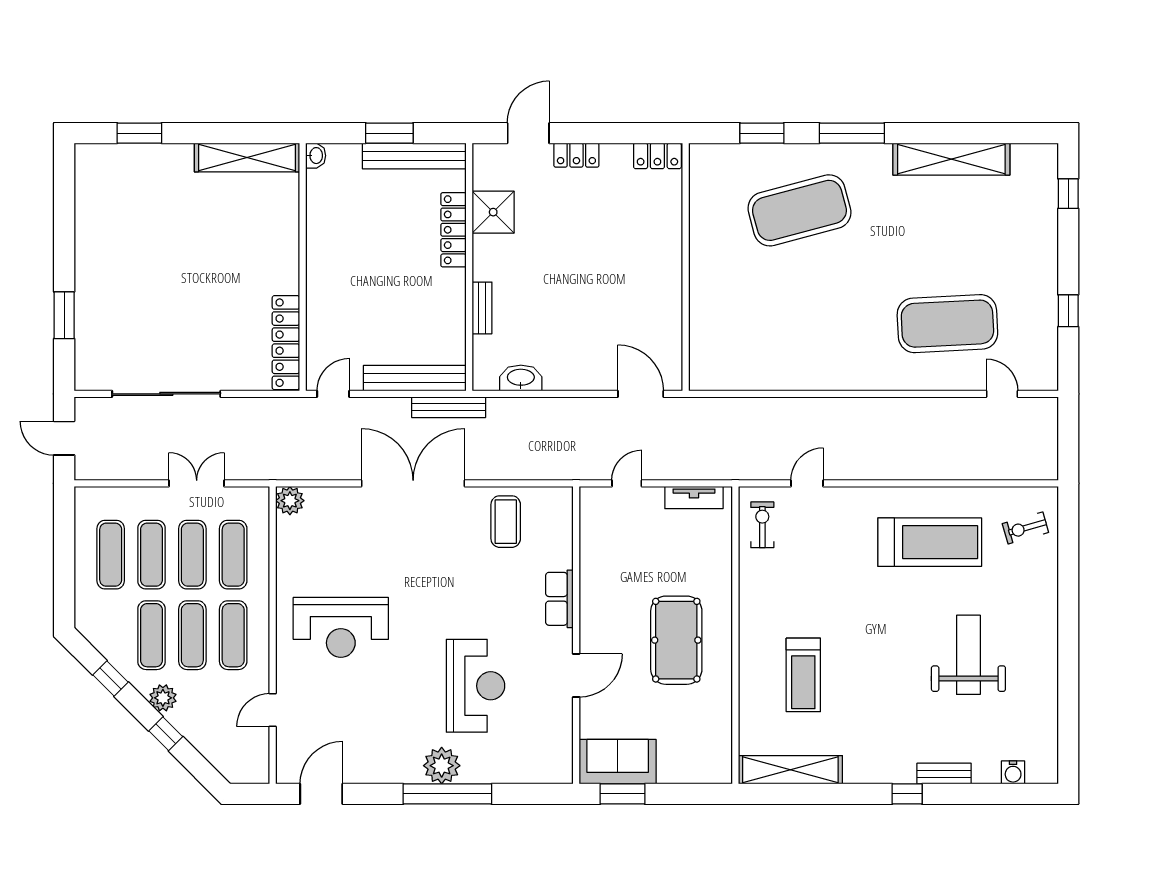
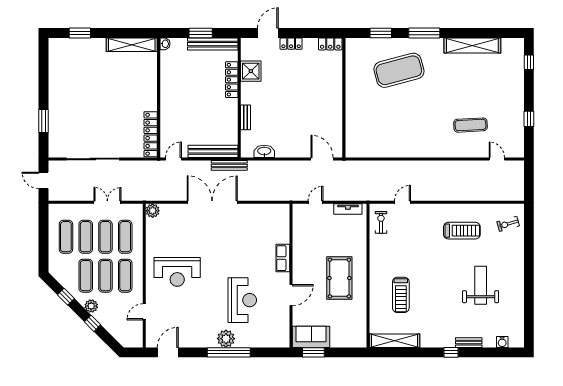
exercise mat: (947, 324) -> (470, 125), width x0.50, depth x0.69
coffee table: (506, 522) -> (257, 221), removed
treadmill: (930, 542) -> (462, 231), width x0.73, depth x0.73

